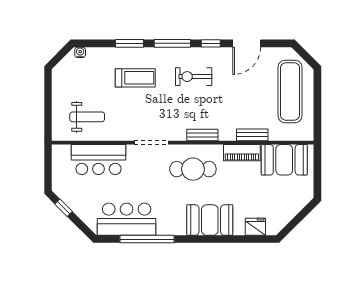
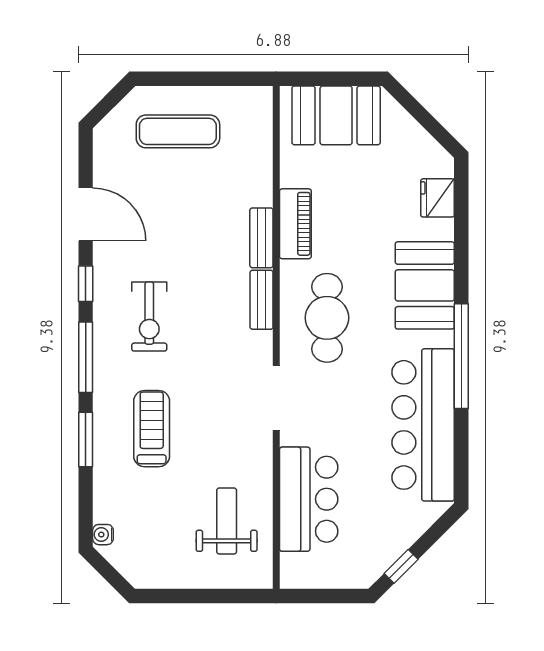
exercise mat: (290, 91) -> (178, 131), width x0.73, depth x0.69
bench: (252, 135) -> (261, 238), moved
booth: (284, 160) -> (336, 115), moved, turned 90
bar counter: (127, 219) -> (423, 425), width x1.36
window: (147, 239) -> (461, 356), moved

